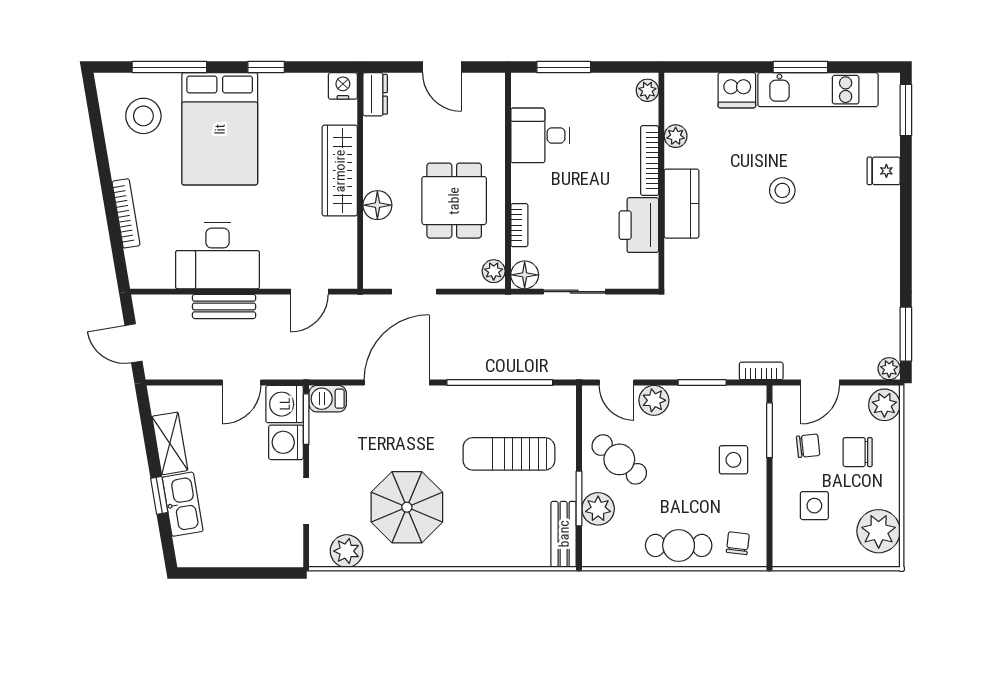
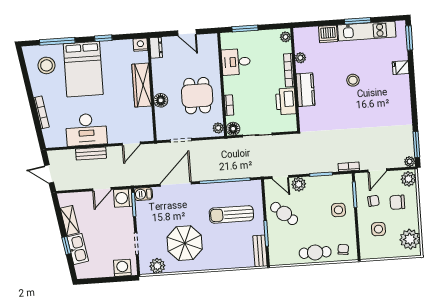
washing machine: (286, 442) -> (122, 268), moved, turned 90
plant: (598, 509) -> (276, 238), removed

